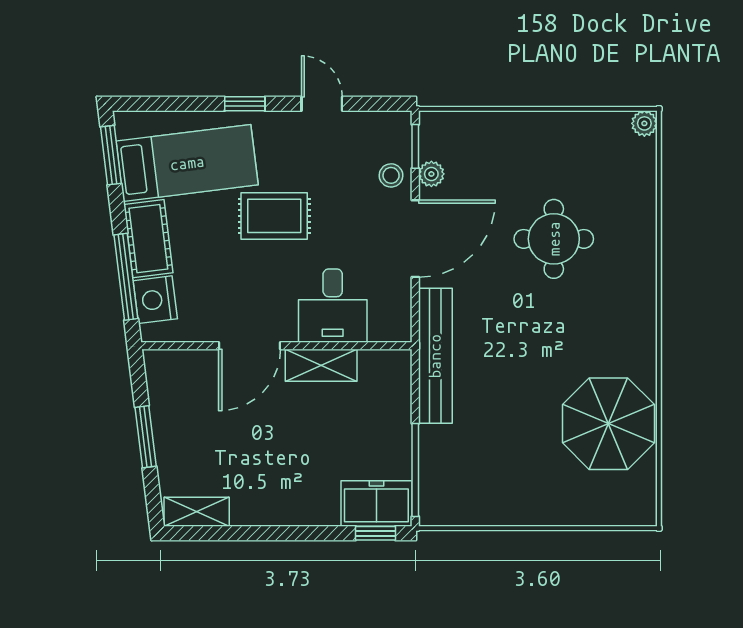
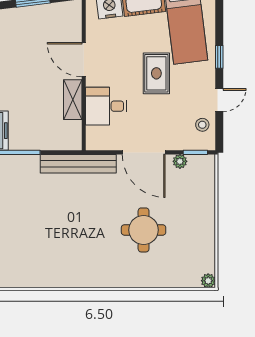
stool: (391, 175) -> (202, 125), moved
parasol: (608, 424) -> (40, 261), removed

